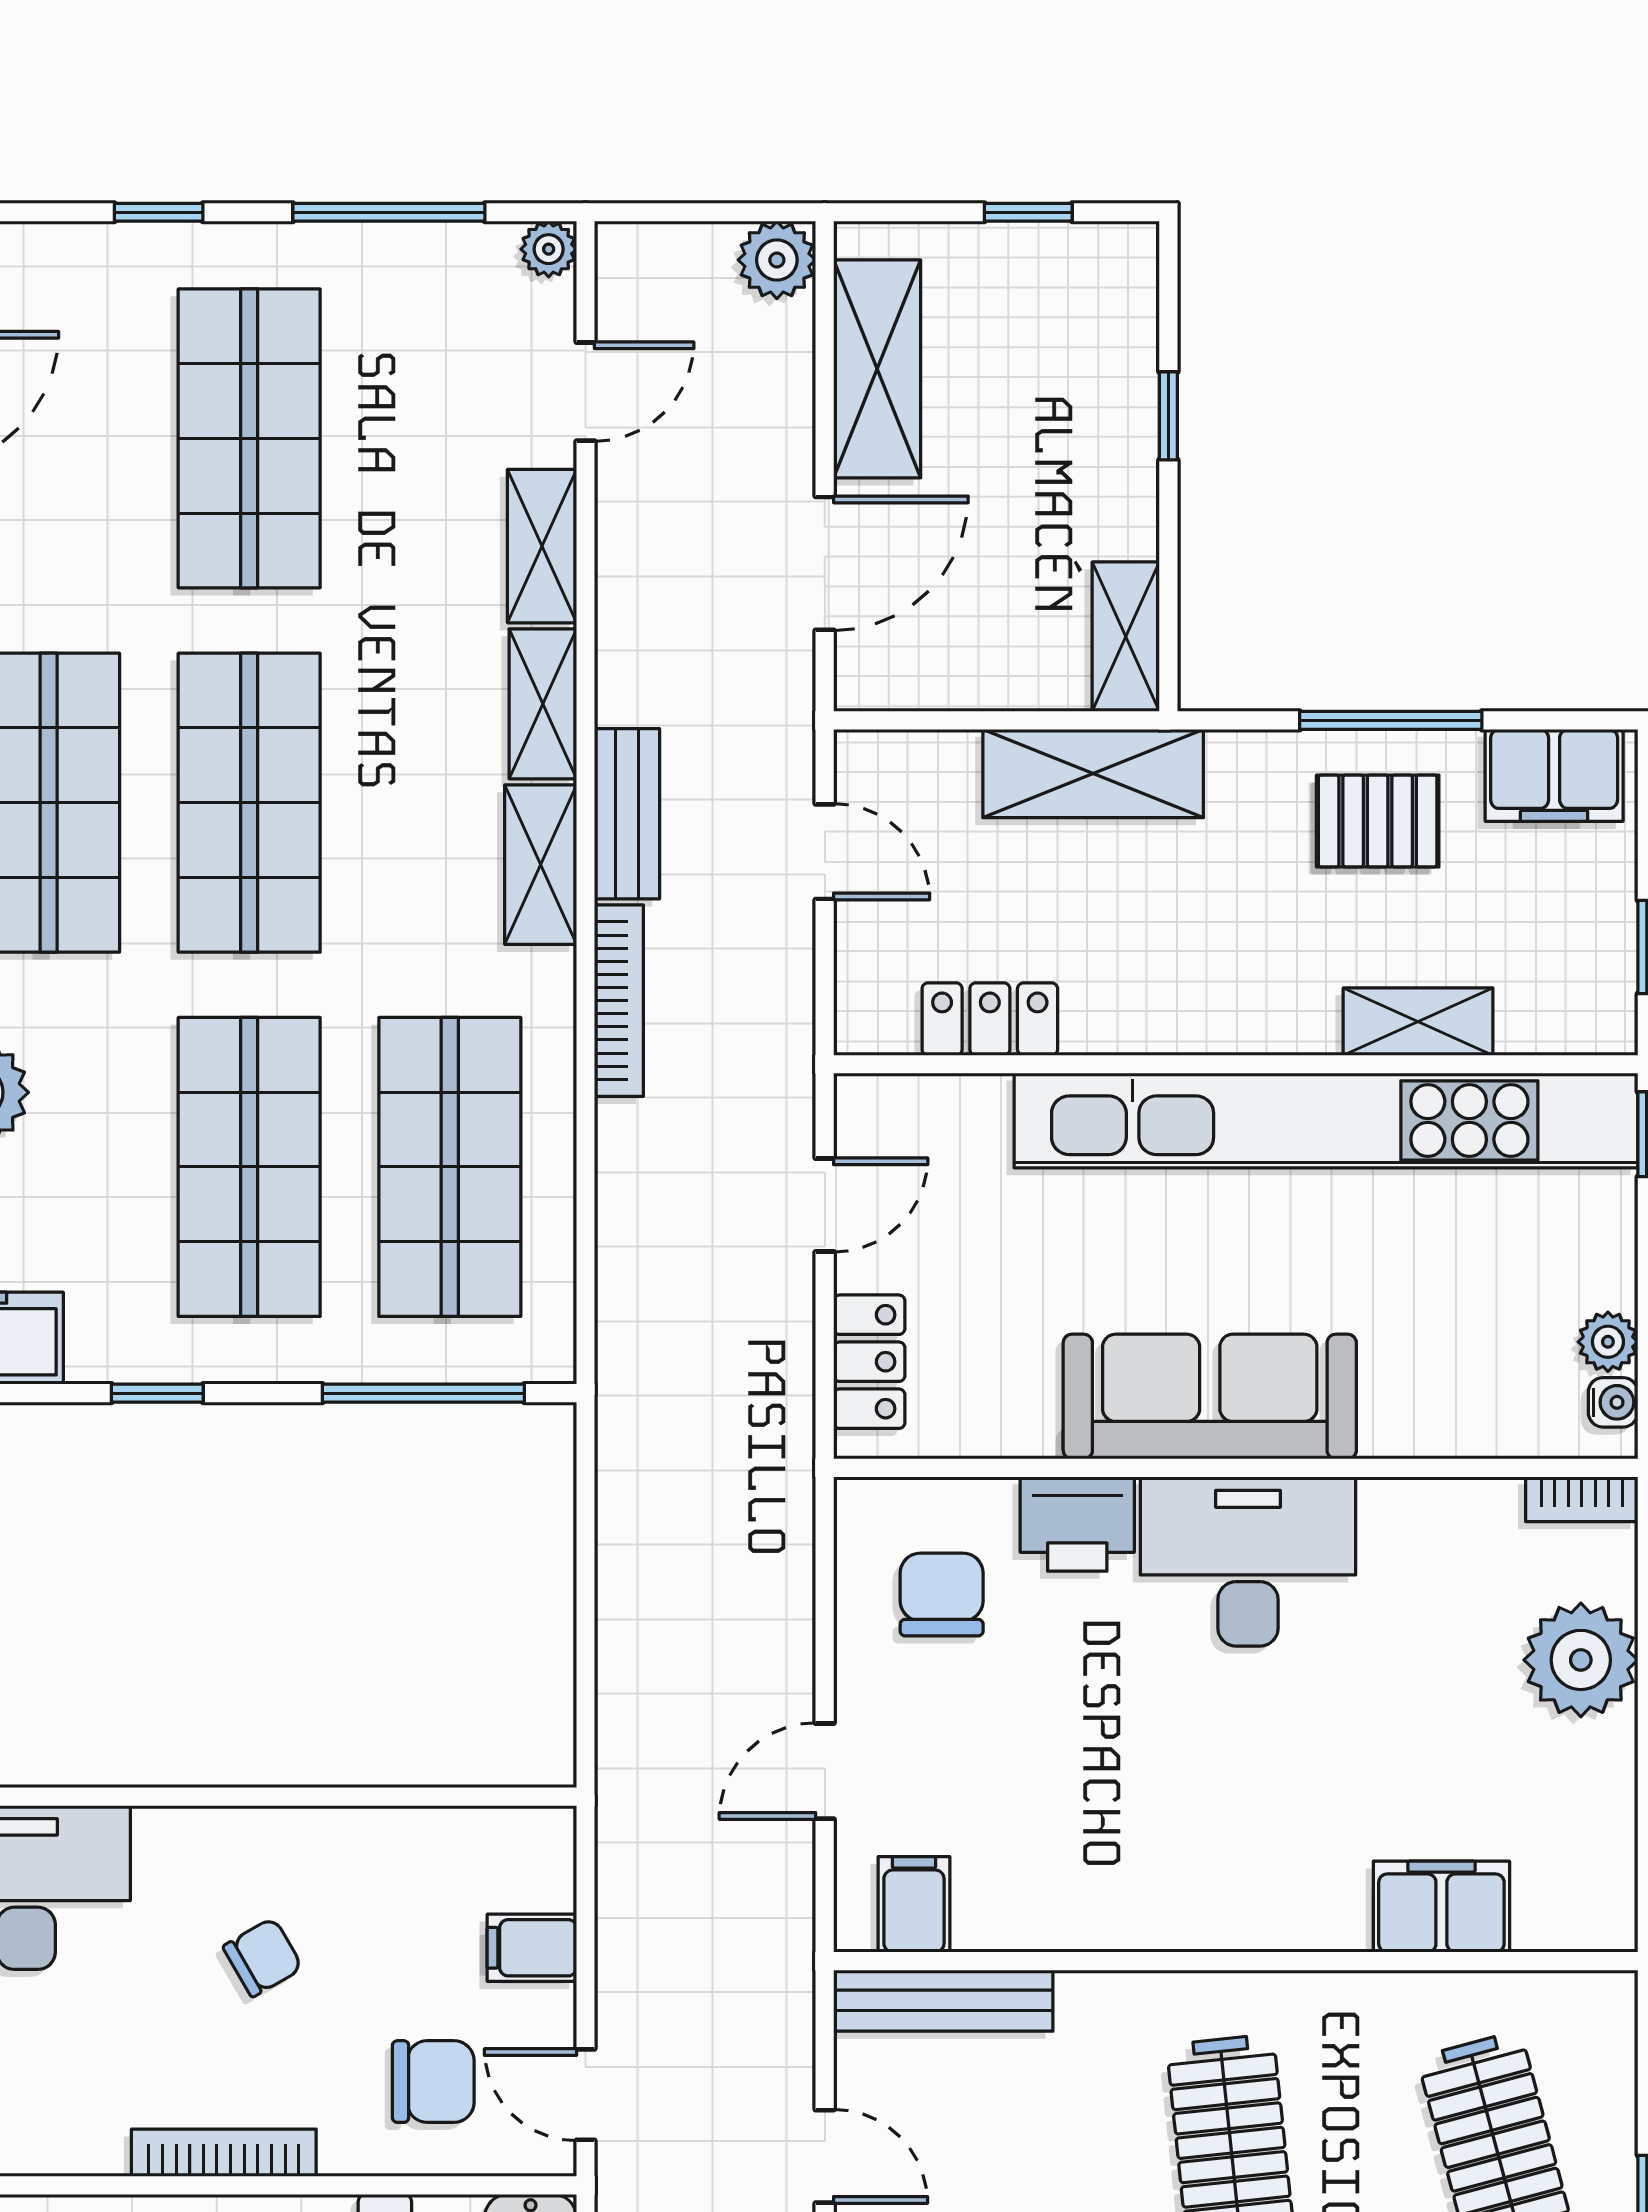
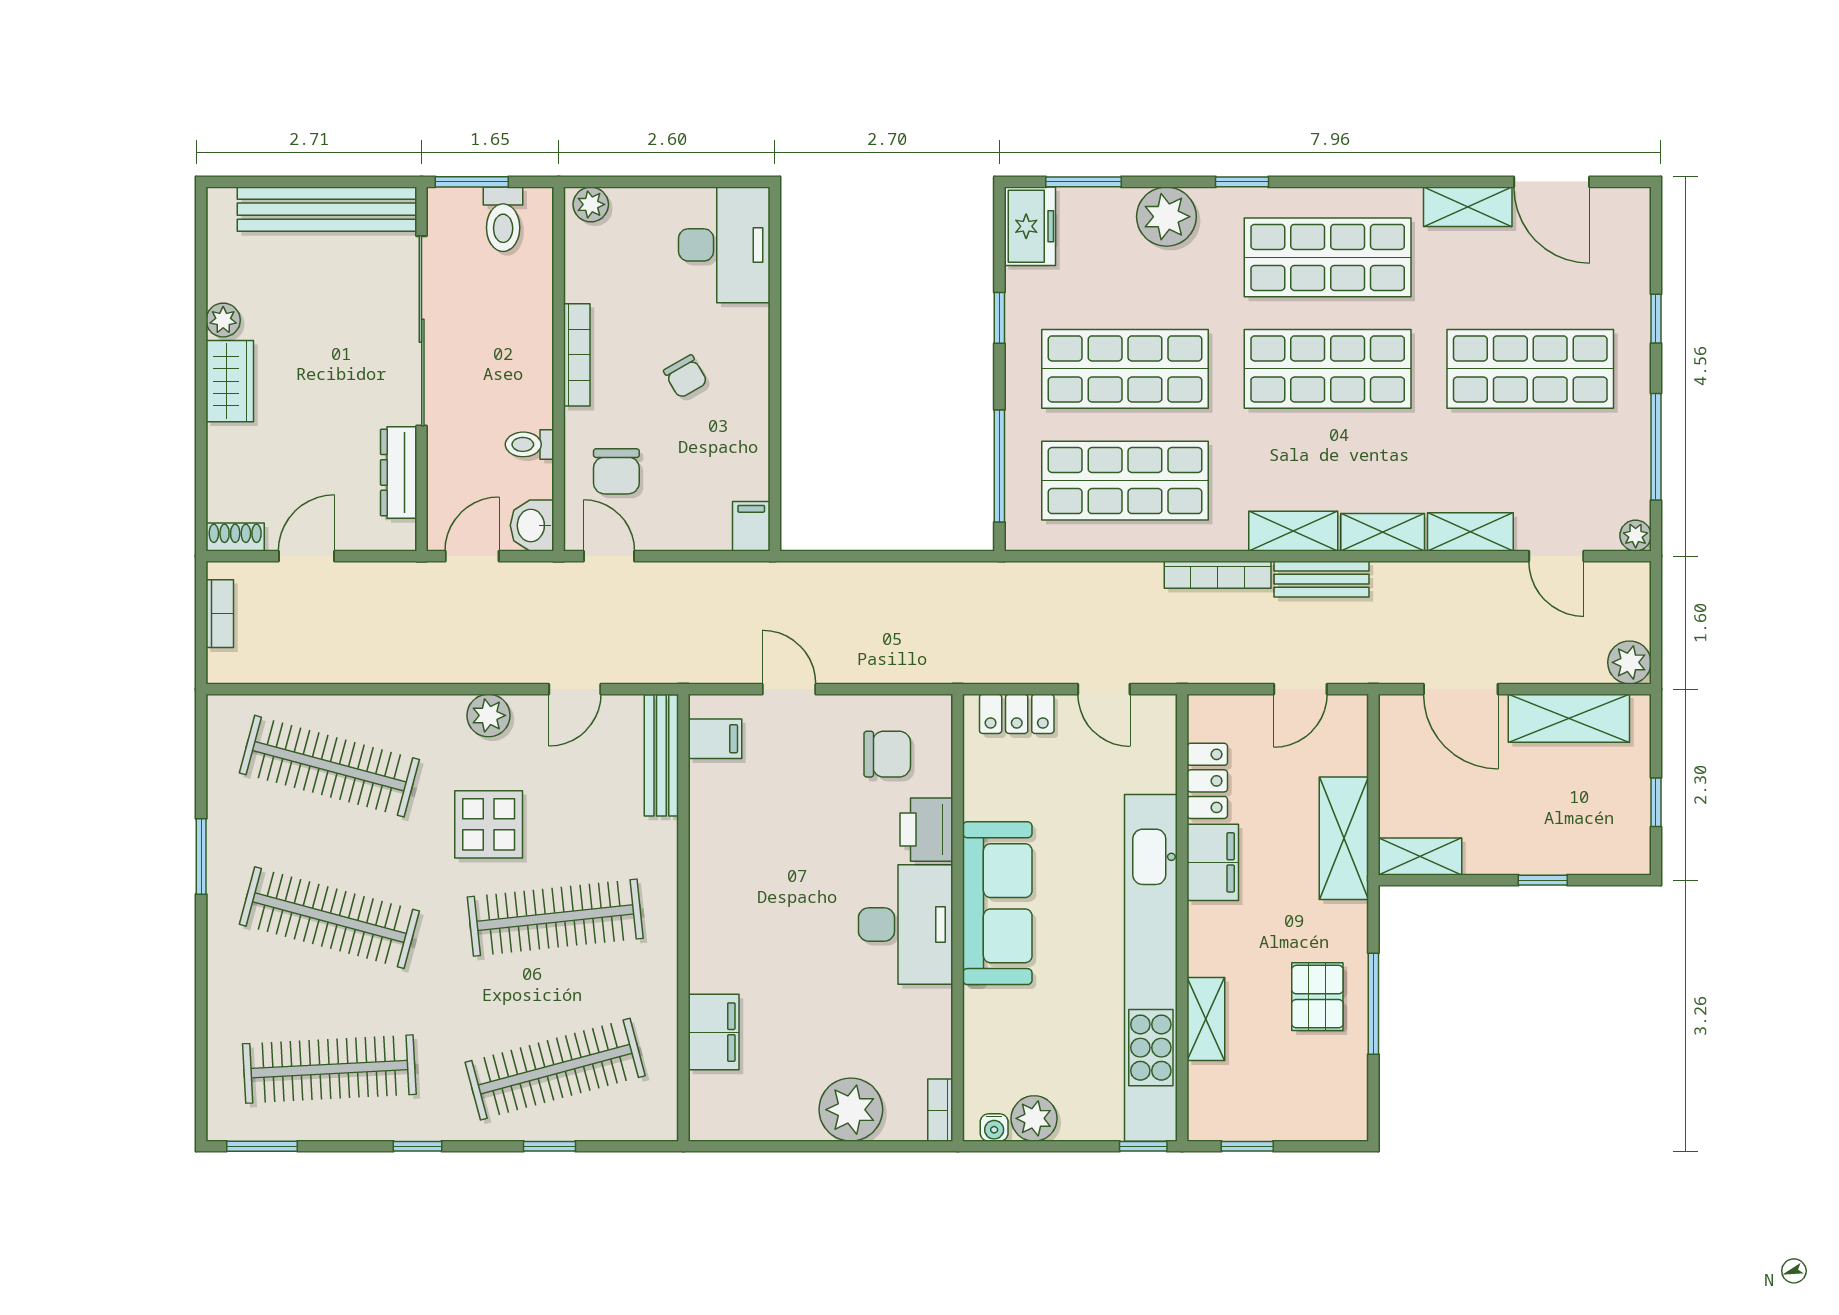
filing cabinet: (1554, 775) -> (1213, 862), moved, turned 180
plant: (1608, 1342) -> (1034, 1118), width x1.38, depth x1.38
filing cabinet: (532, 1948) -> (751, 526), moved
door: (585, 2095) -> (609, 556), hinge flipped

